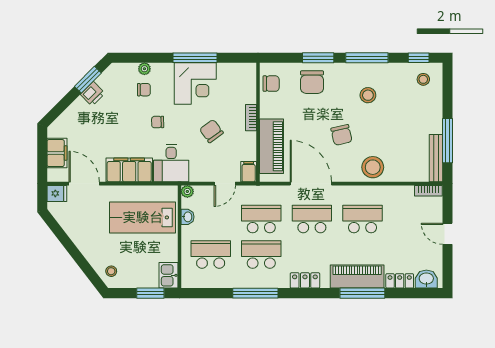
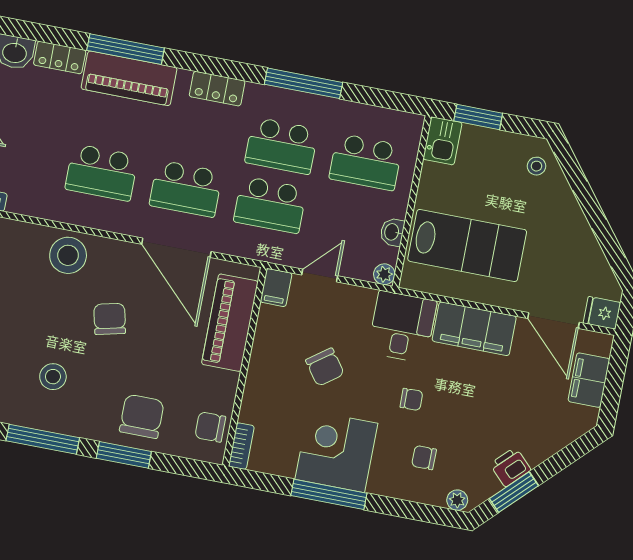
plant: (144, 69) -> (457, 500), moved
bookcase: (251, 118) -> (241, 446), moved

